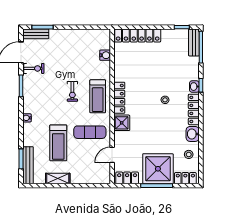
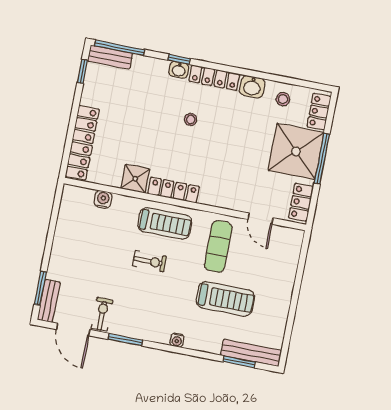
shower: (122, 123) -> (135, 179), moved
shelving: (58, 178) -> (281, 311), removed

